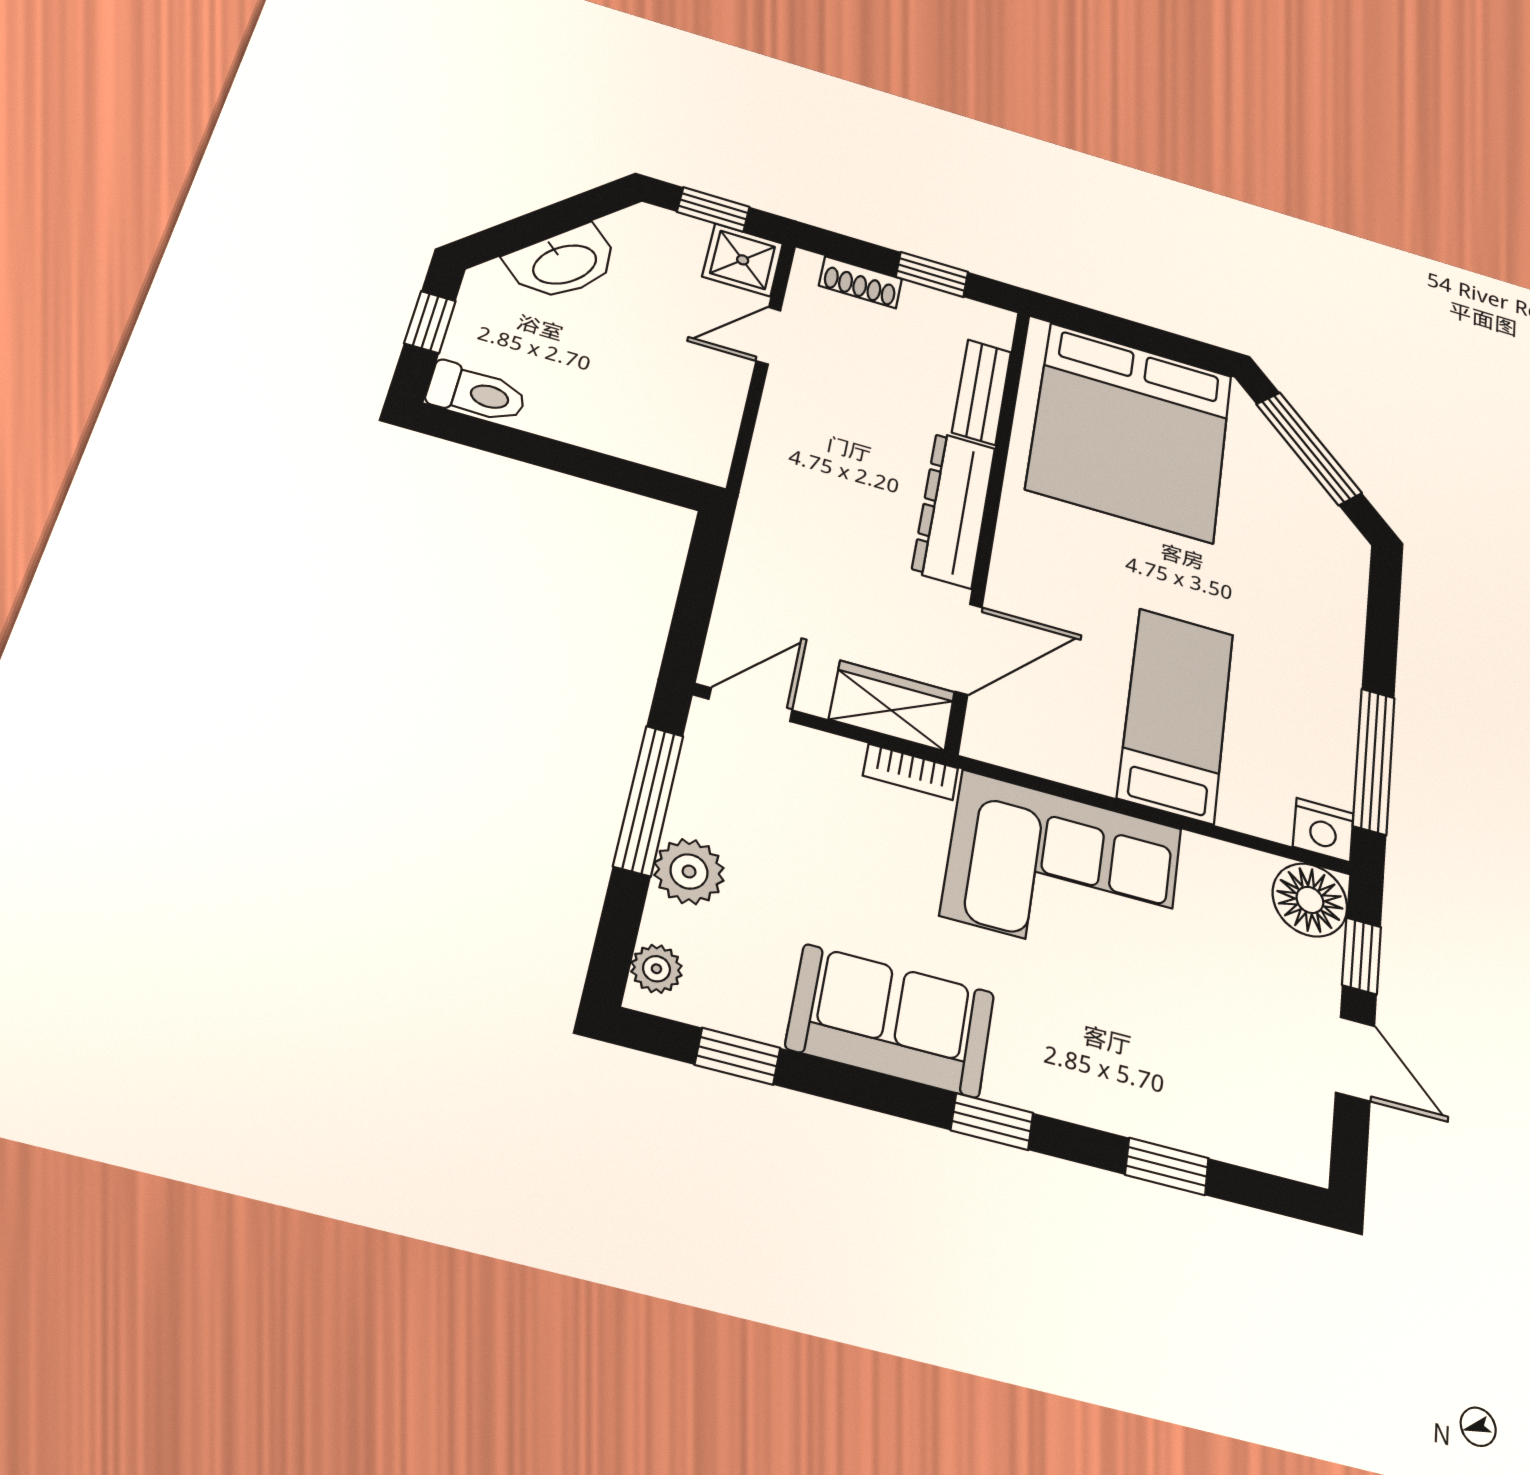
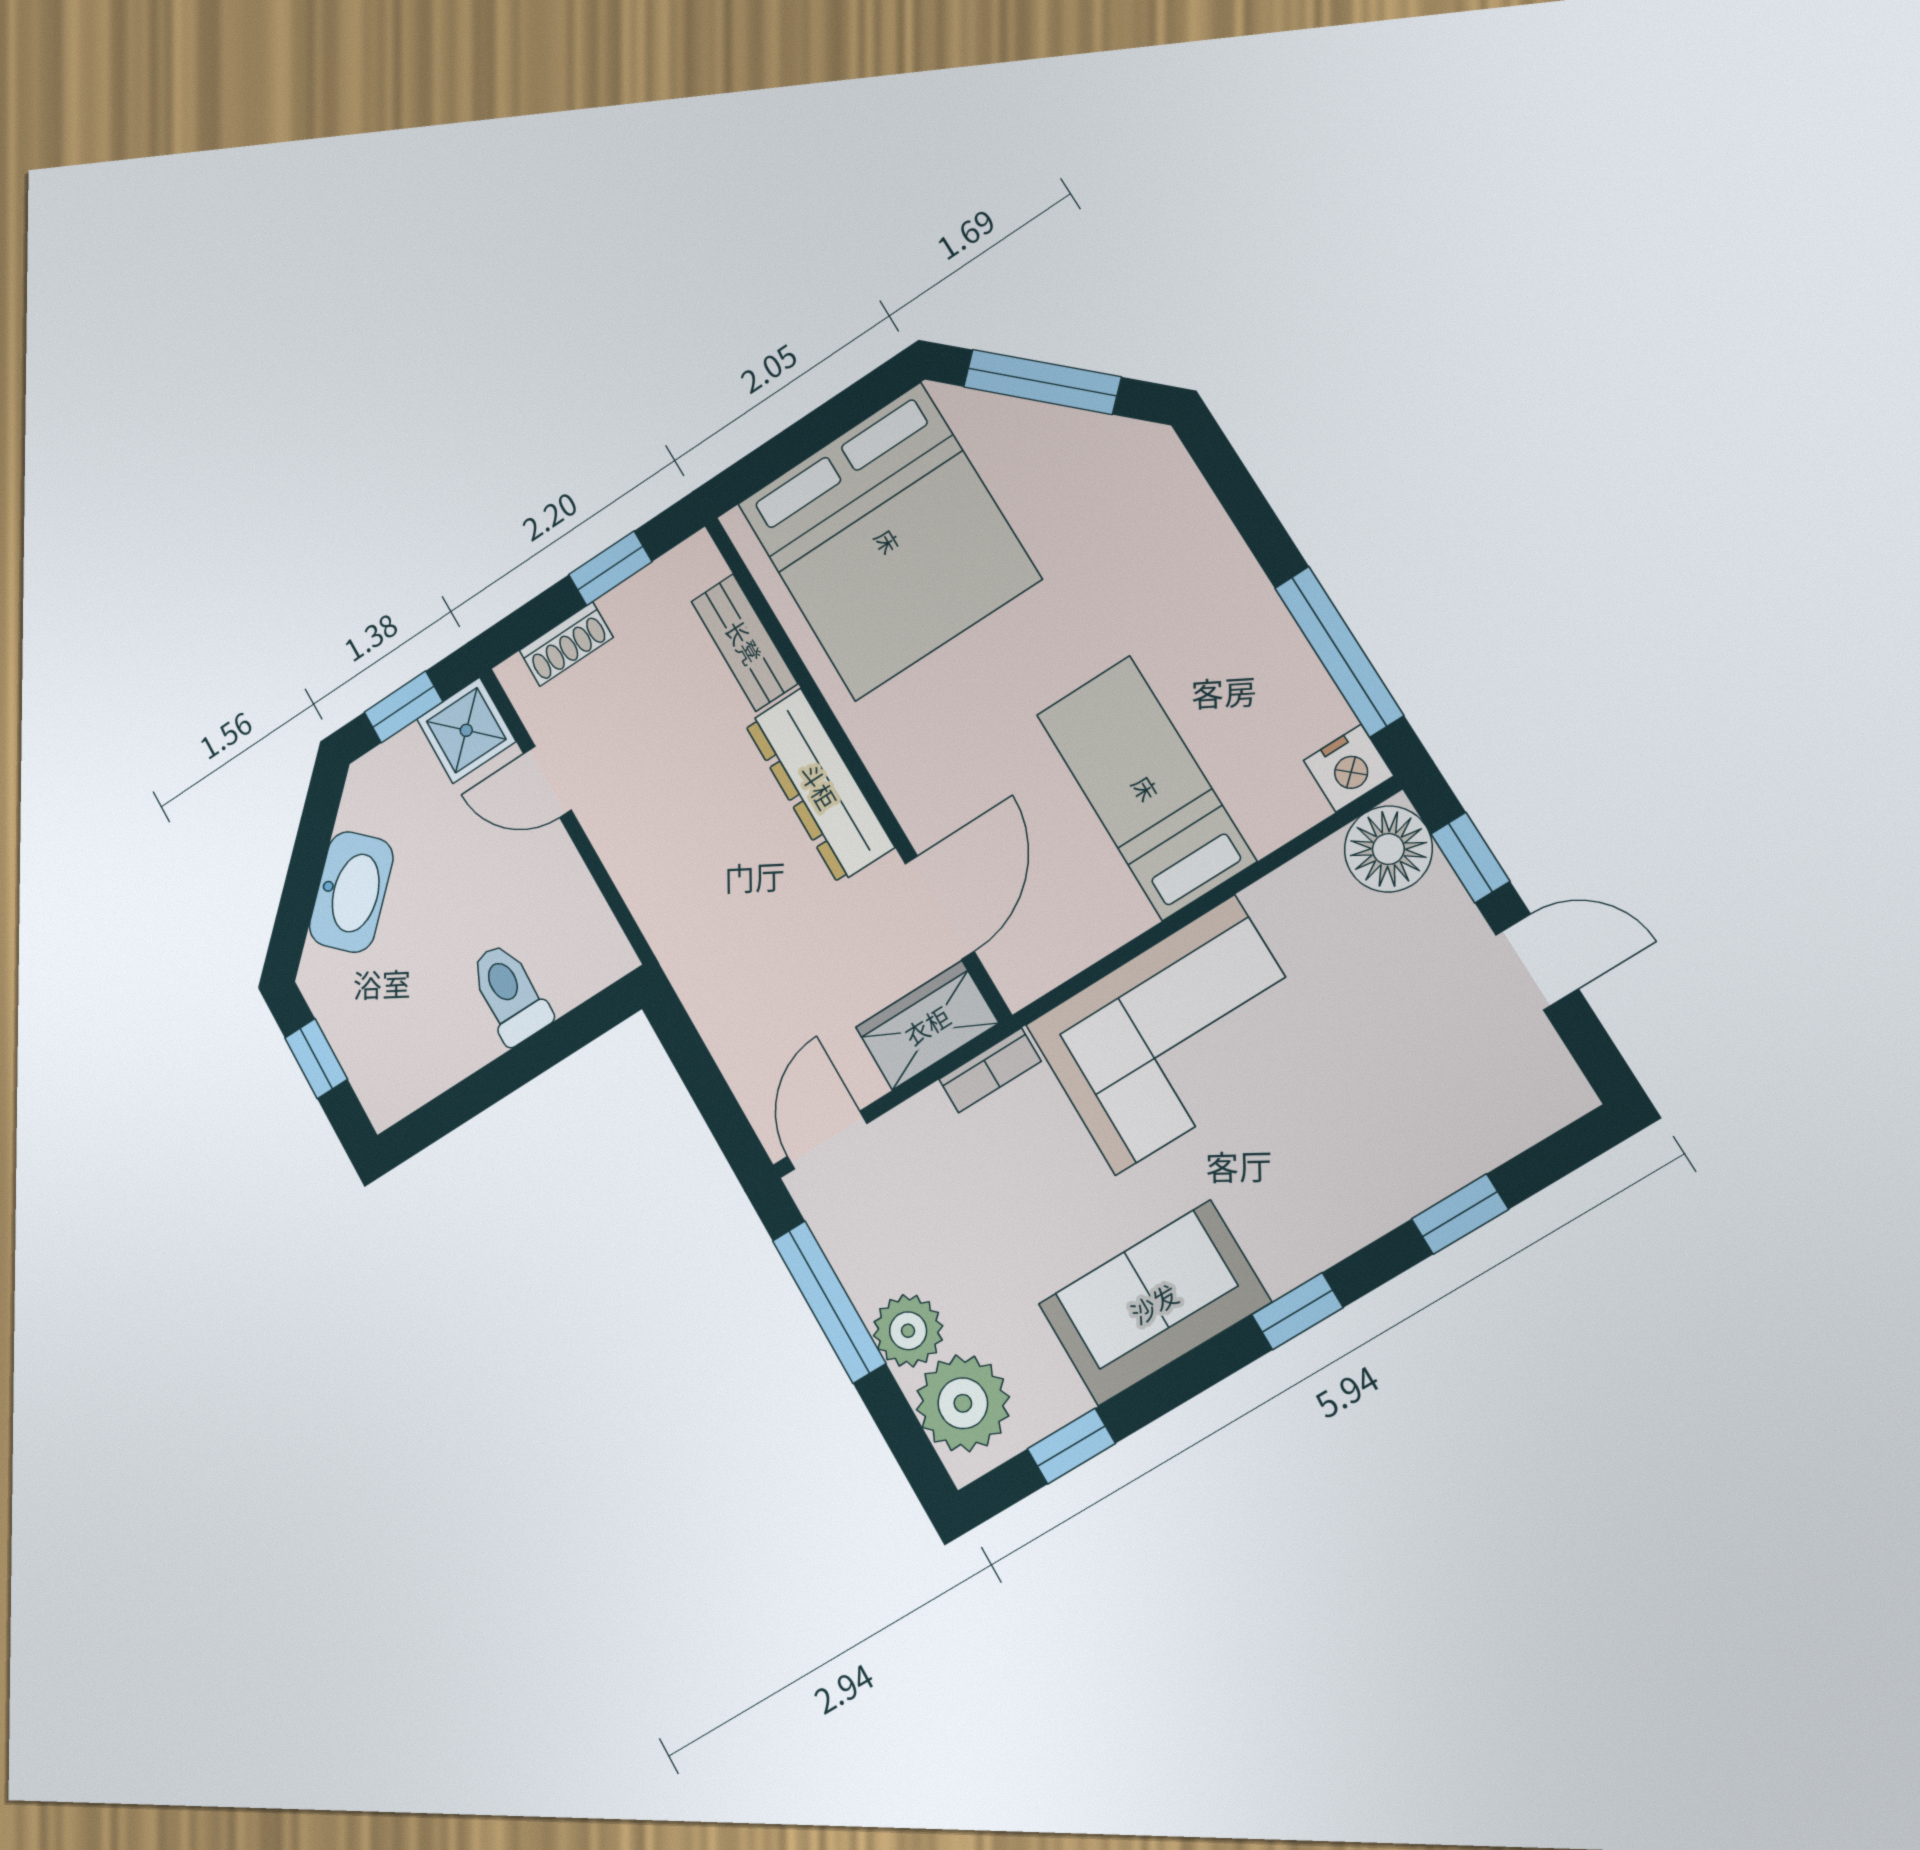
door: (768, 336) -> (547, 782), hinge flipped
toilet: (477, 393) -> (509, 993), moved, turned -90
plant: (656, 969) -> (963, 1403), width x1.87, depth x1.87

